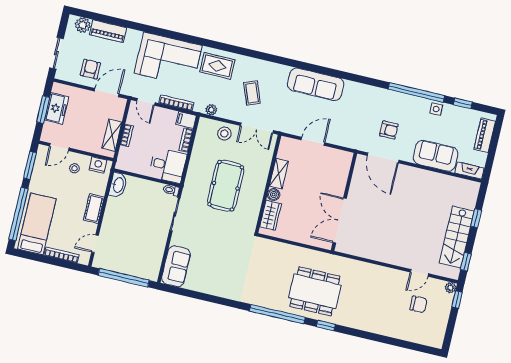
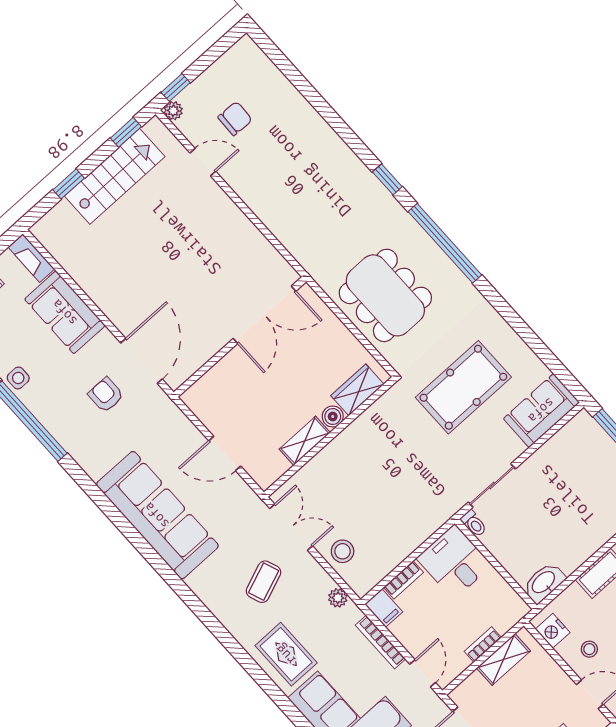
sofa: (316, 84) -> (157, 515), width x1.36, depth x1.27
pool table: (226, 186) -> (463, 387), moved
dining table: (315, 291) -> (385, 295), moved
chair: (418, 304) -> (235, 119), turned 92

